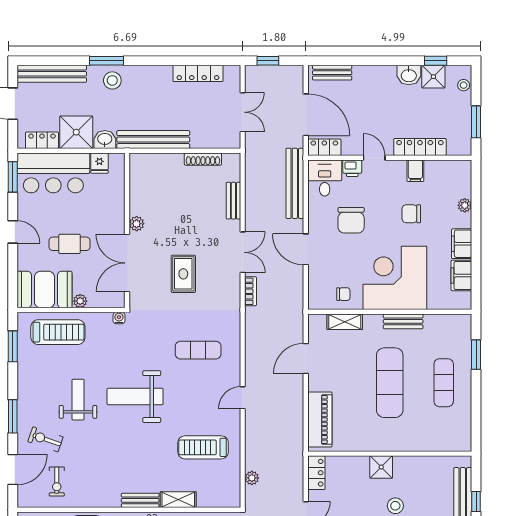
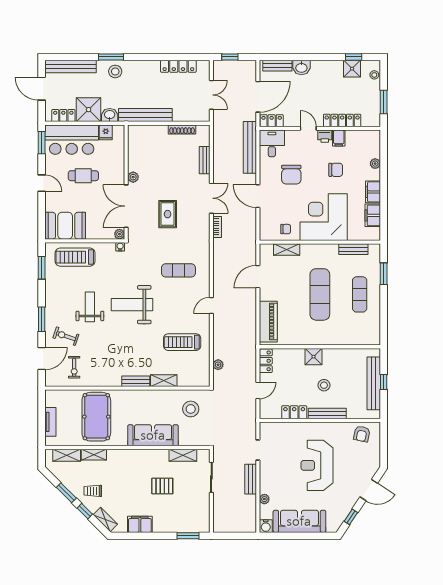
washbasin: (409, 75) -> (301, 68), moved
door: (306, 115) -> (258, 97), hinge flipped
printer: (352, 168) -> (325, 136), moved
chair: (411, 214) -> (336, 170), turned 180
cafe table: (70, 244) -> (83, 176), moved
plant: (80, 301) -> (119, 234), moved
bench: (403, 321) -> (353, 249), moved
treadmill: (58, 332) -> (75, 257), turned 180

